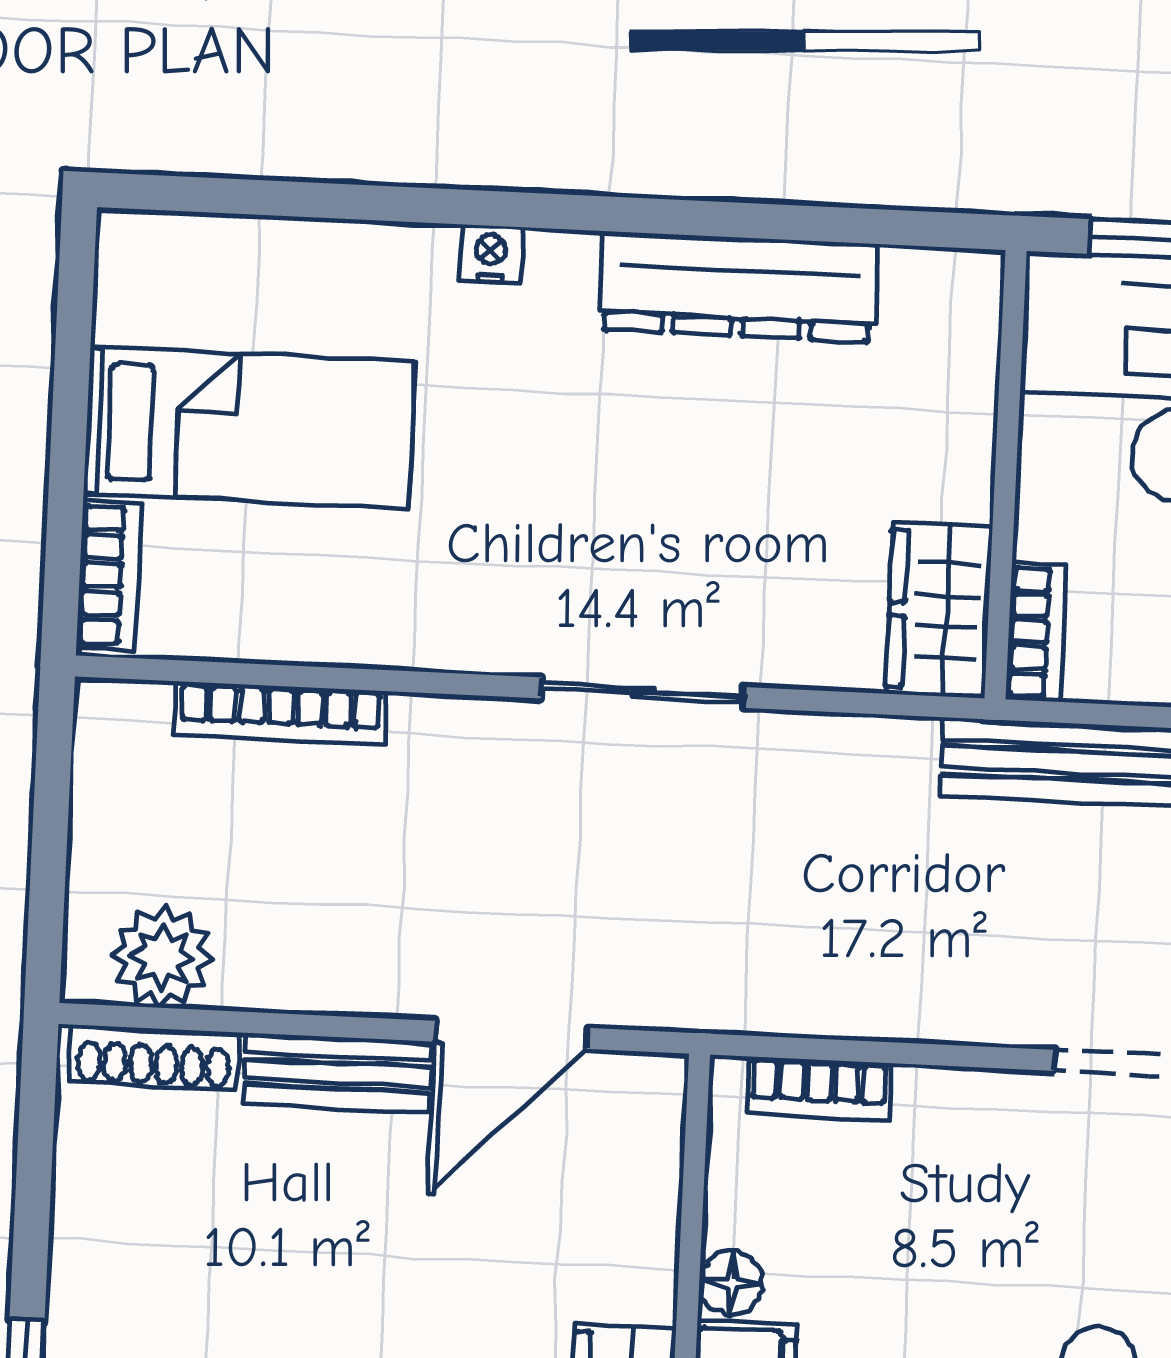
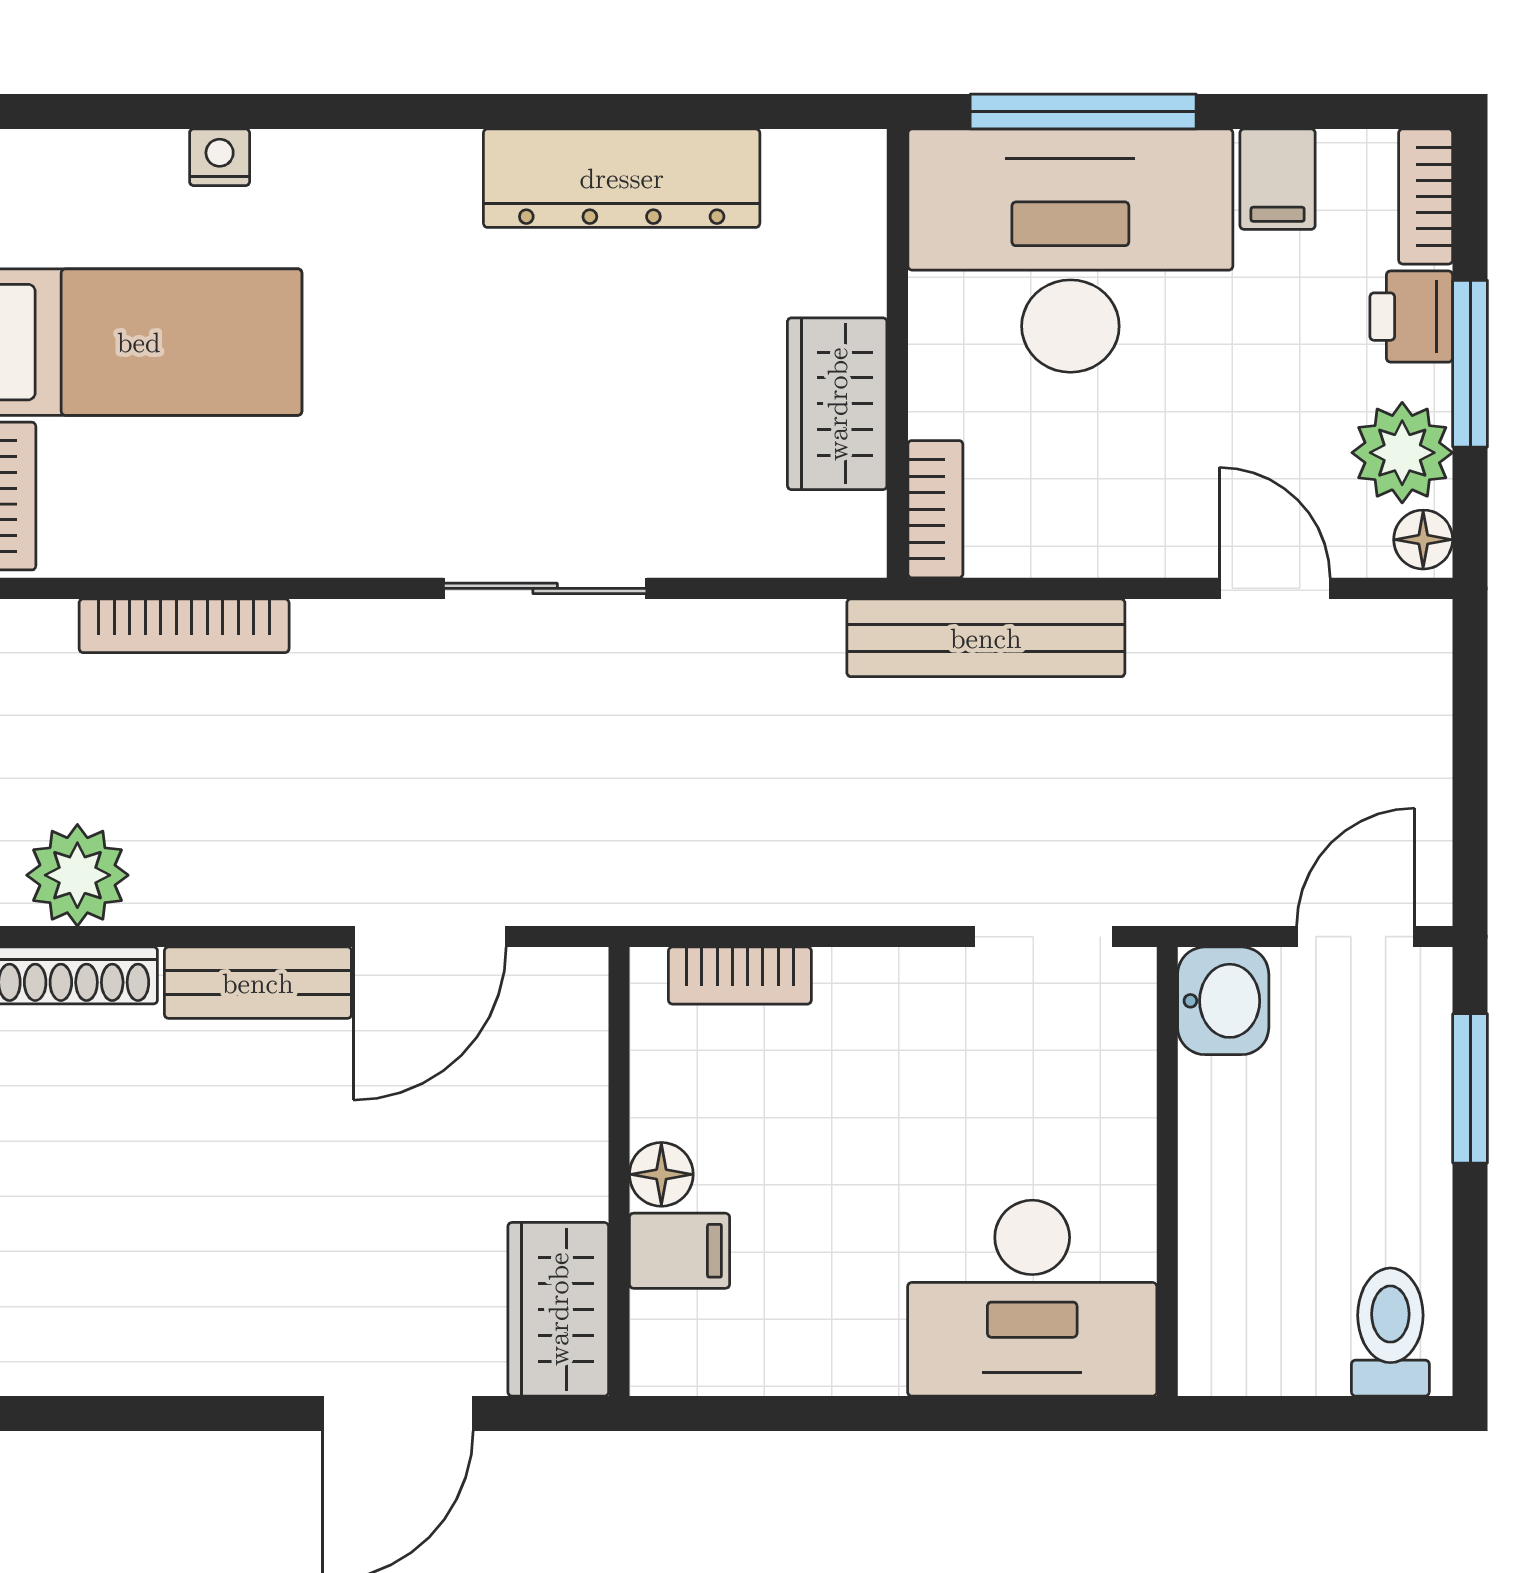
nightstand: (491, 254) -> (220, 157), moved
wardrobe: (939, 610) -> (837, 404), moved

